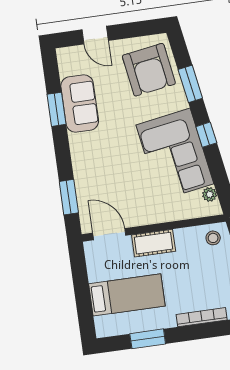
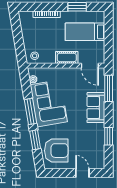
armchair: (149, 70) -> (56, 151), turned 99
sofa: (80, 104) -> (96, 108), moved
window: (206, 135) -> (30, 111), width x2.17
window: (69, 197) -> (109, 88), width x1.44

